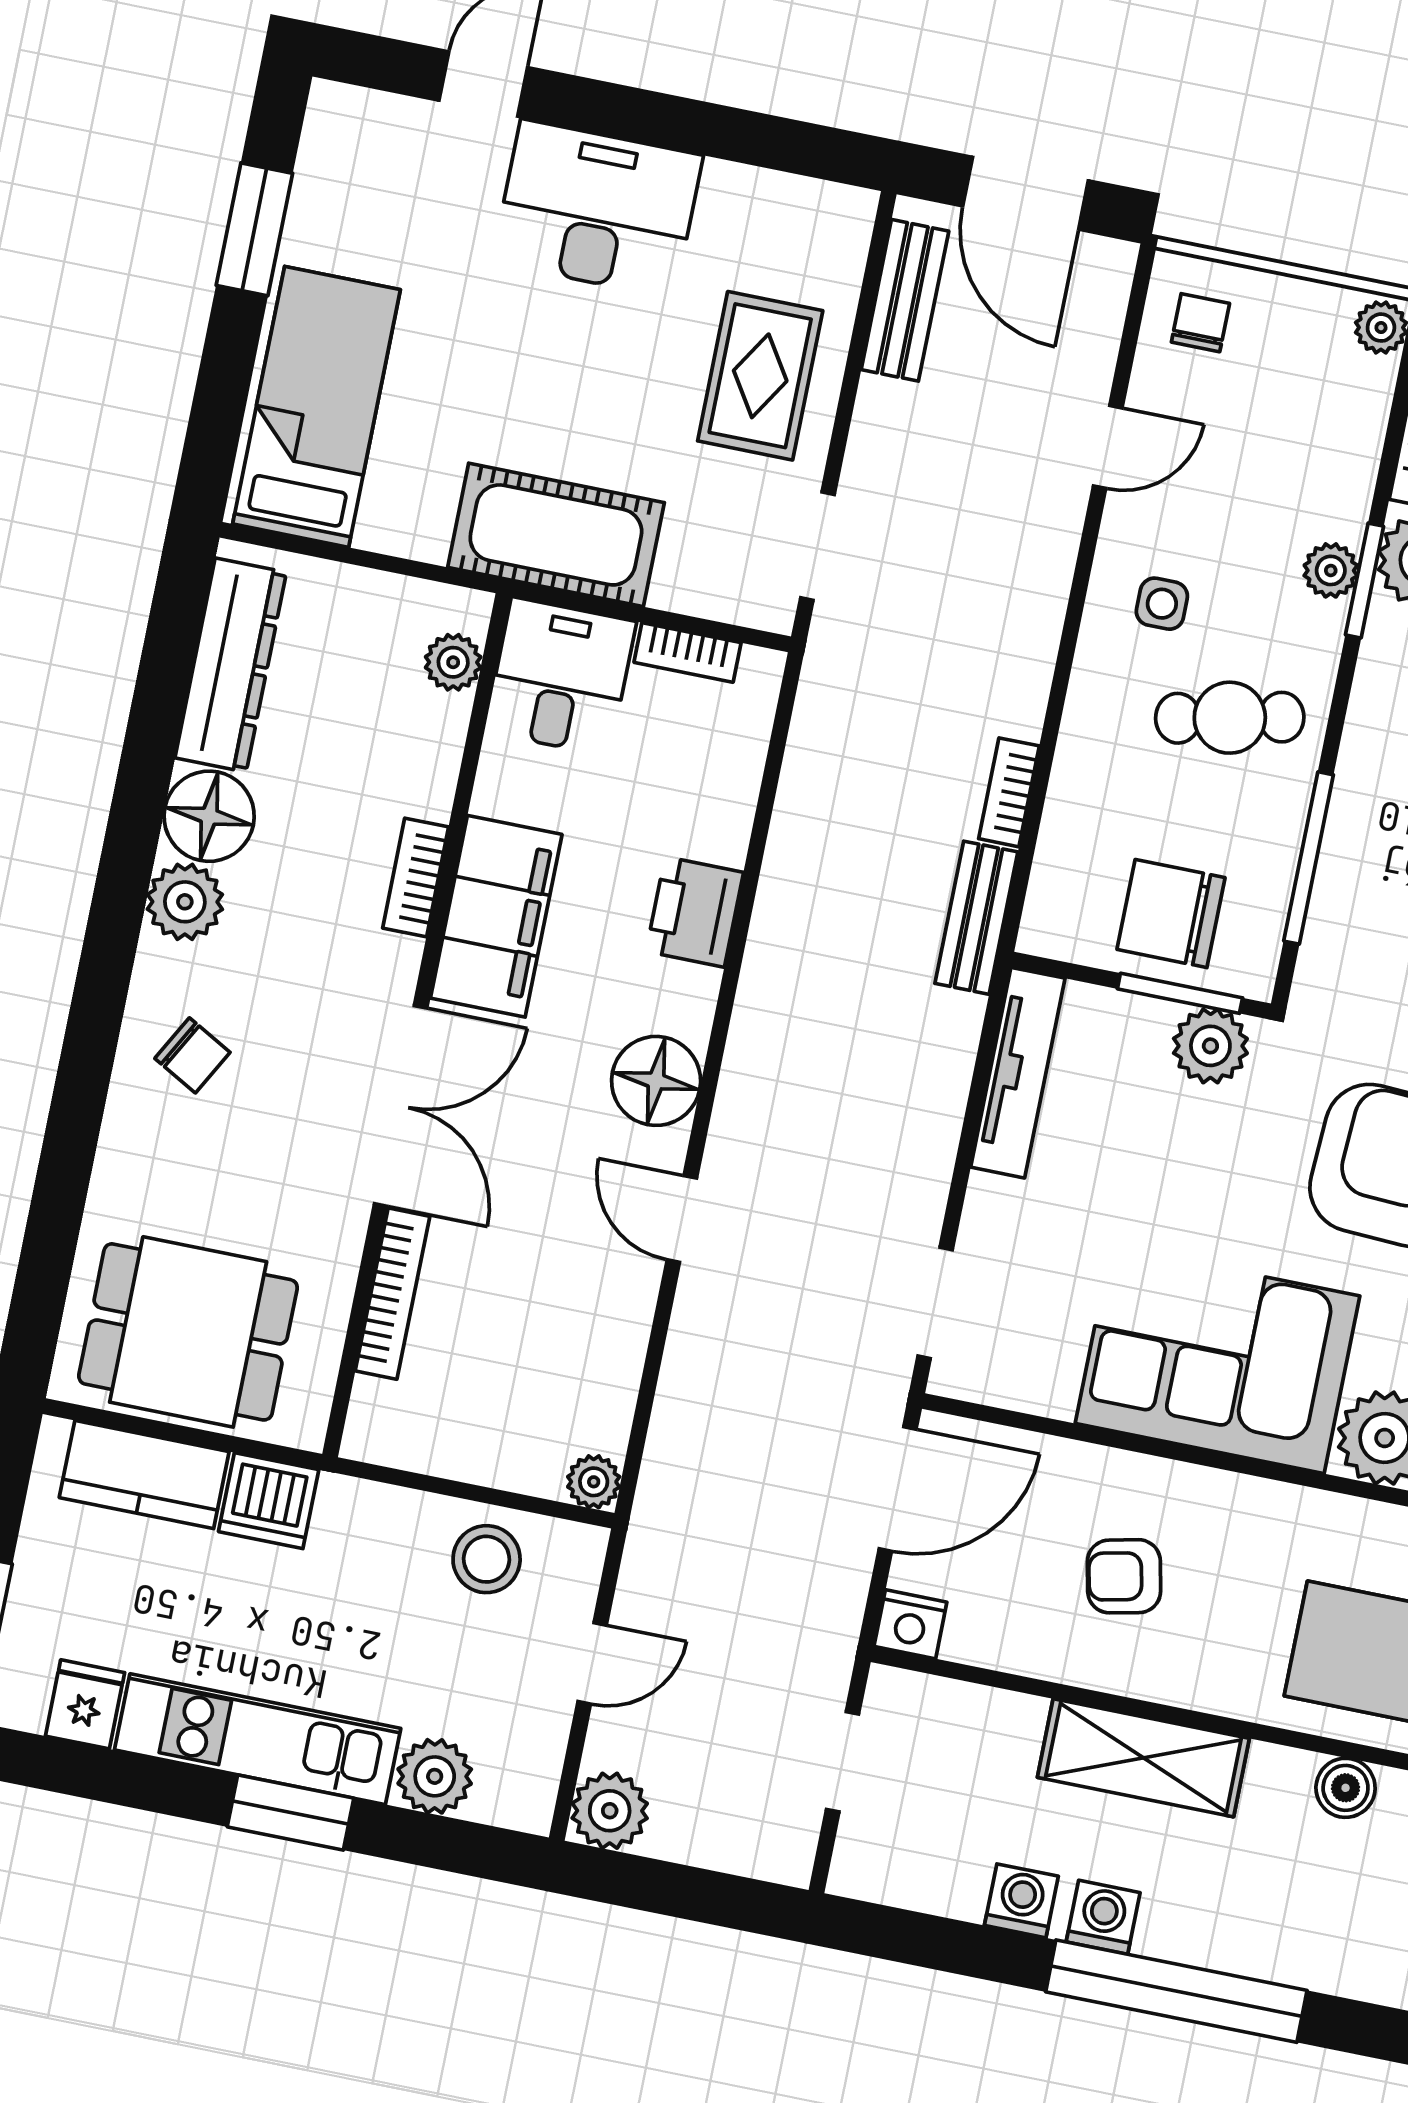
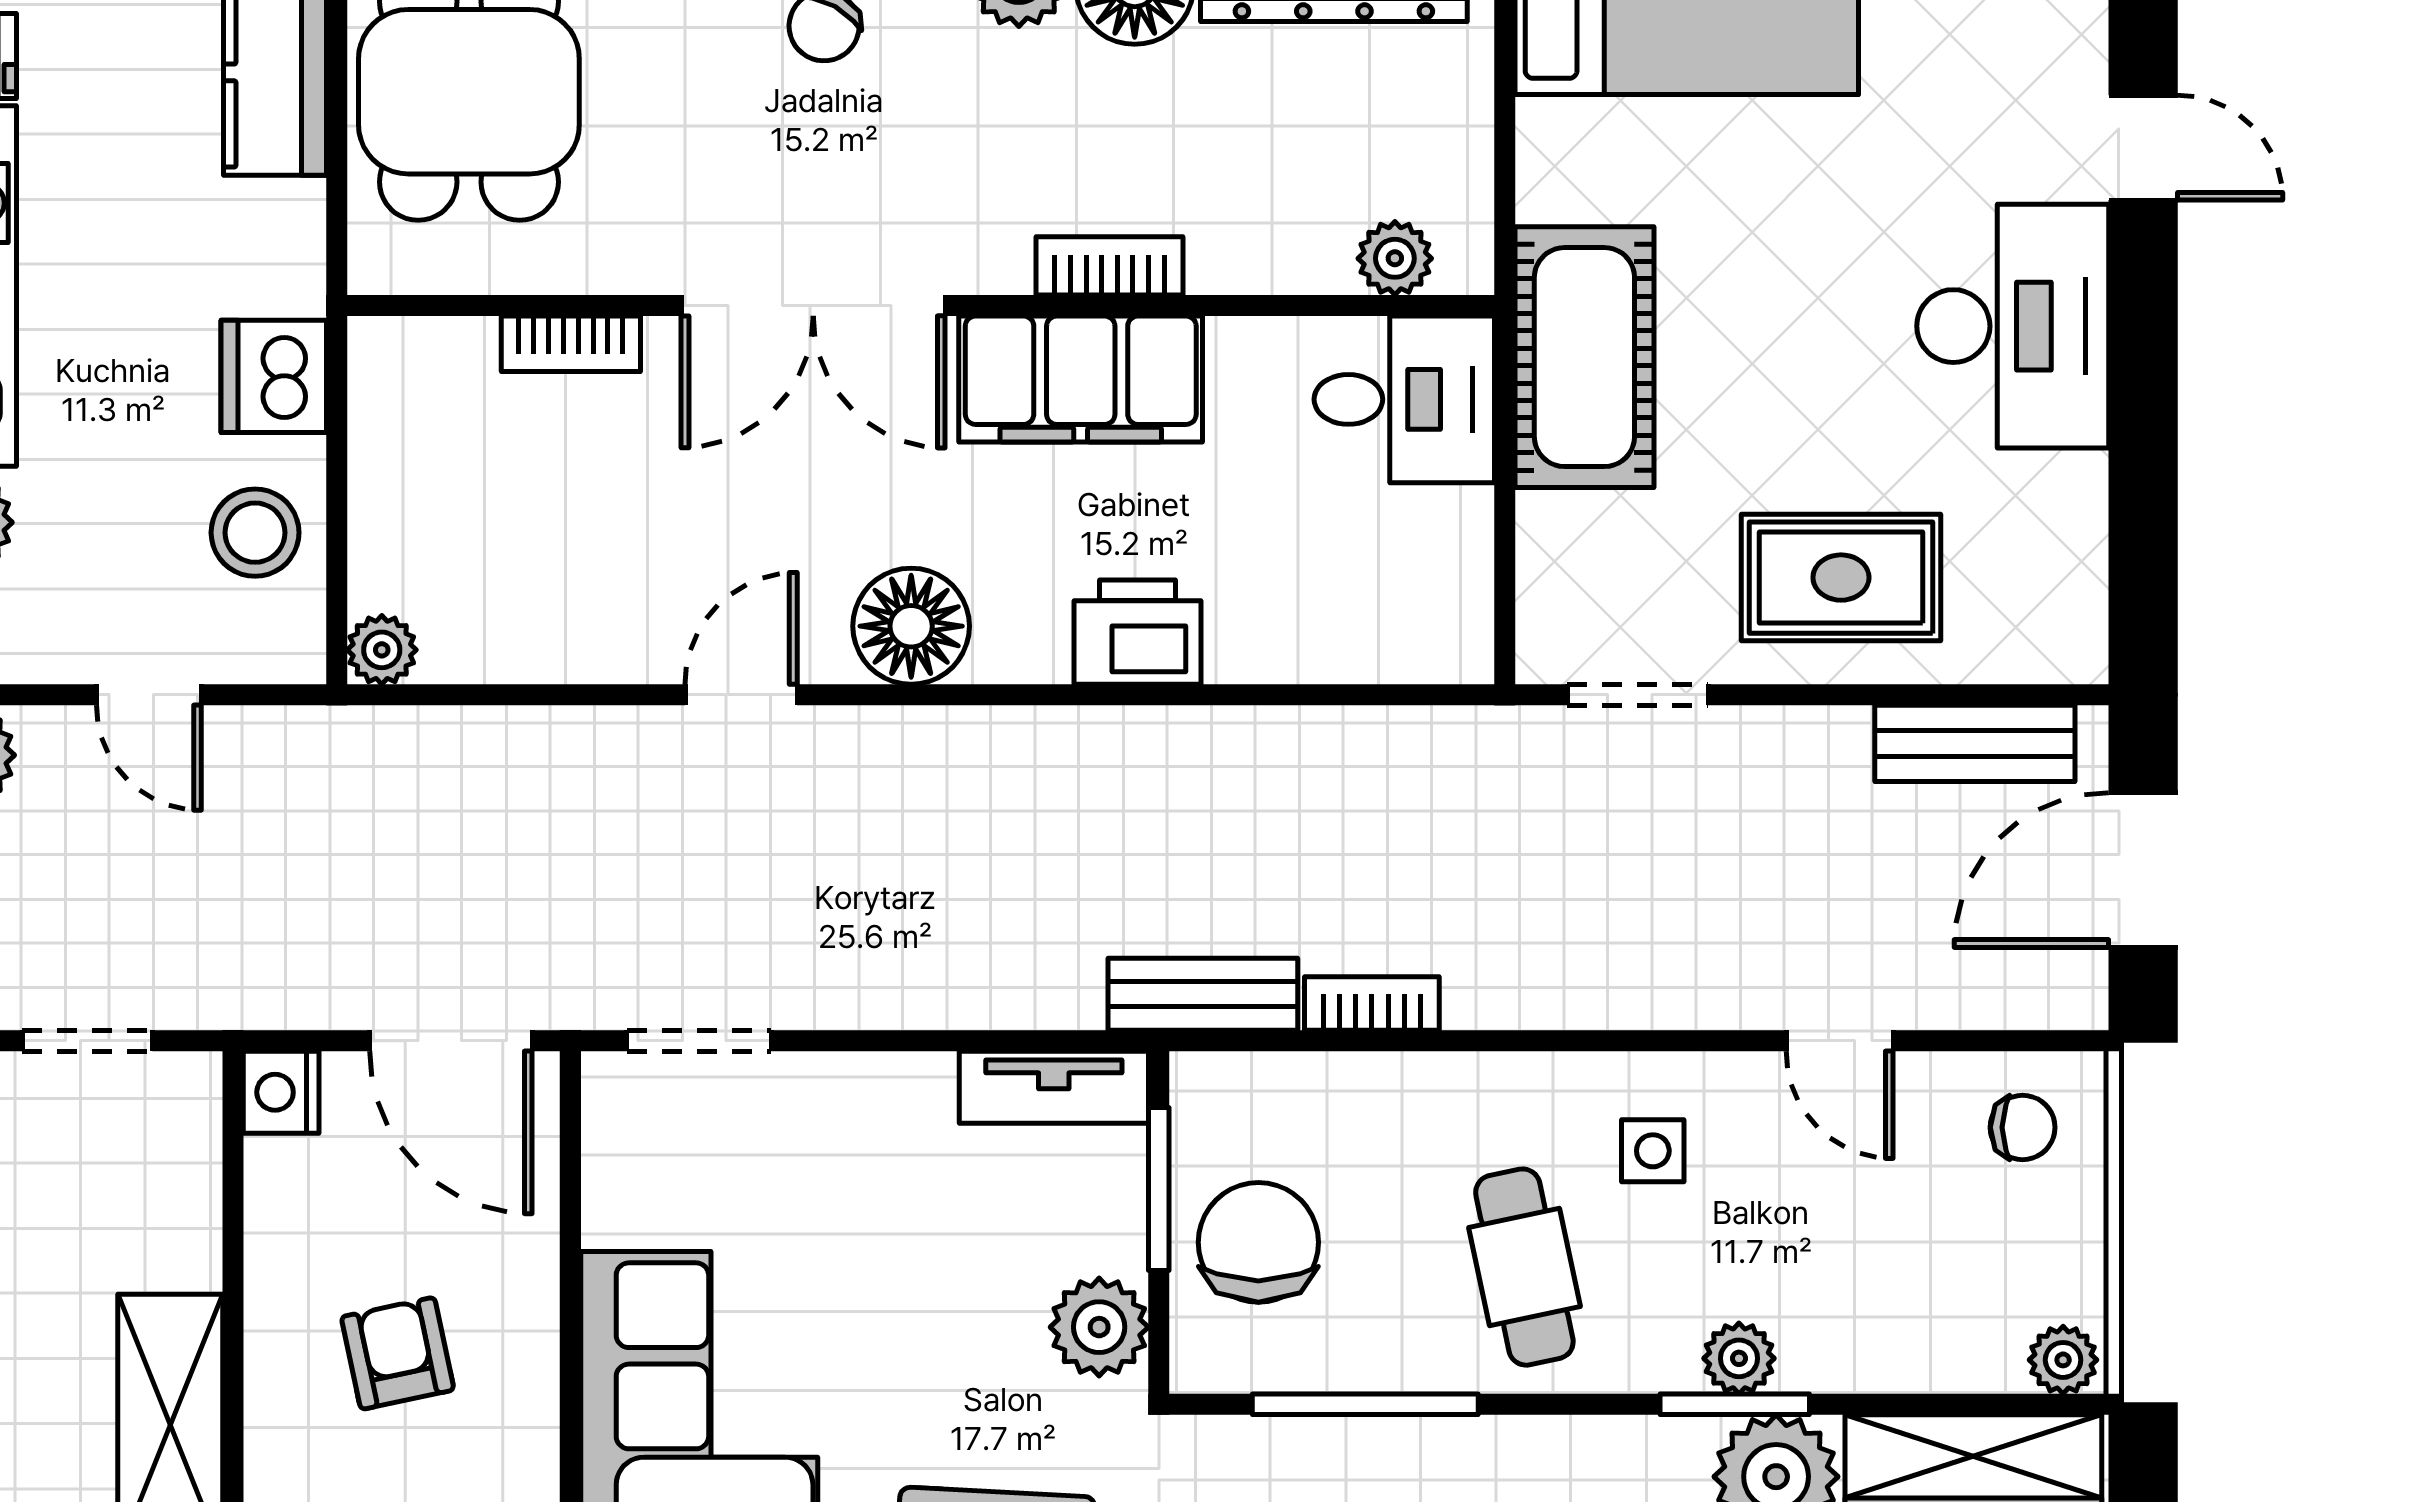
bookcase: (688, 652) -> (1468, 556), removed
window: (1180, 993) -> (1159, 1189), moved
tv unit: (1018, 1073) -> (1054, 1087), width x0.71
bookcase: (393, 1294) -> (571, 344), width x0.64
dishwasher: (269, 1501) -> (274, 376), moved

